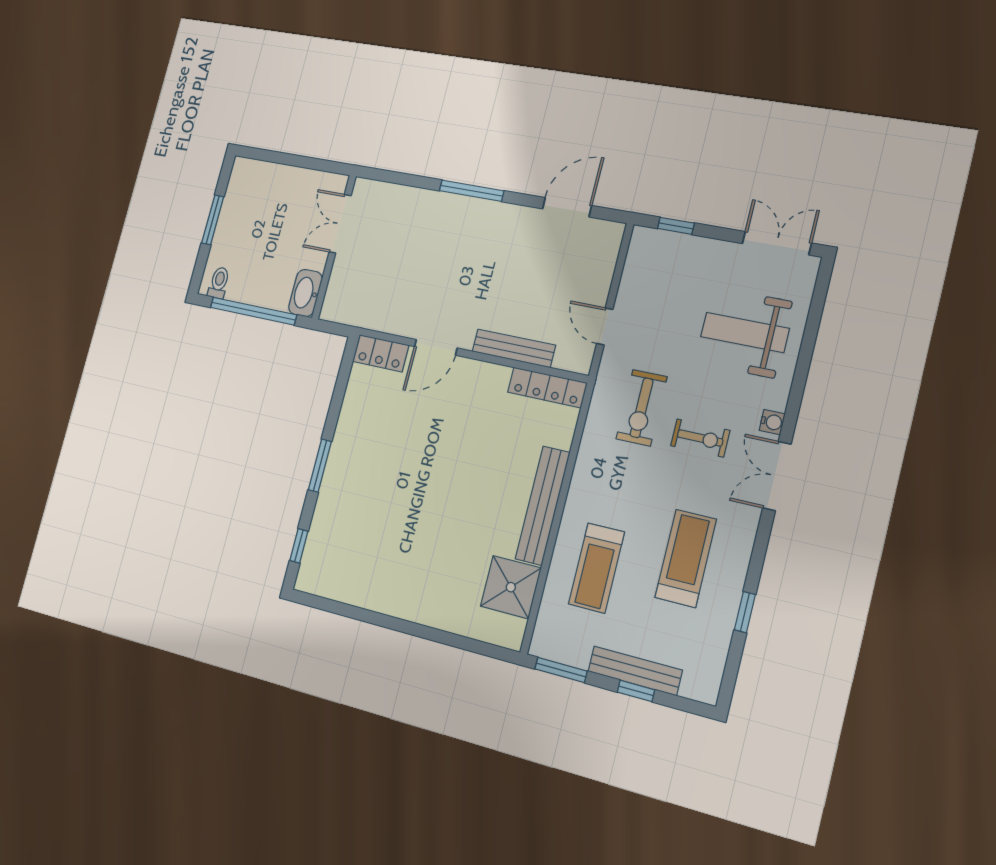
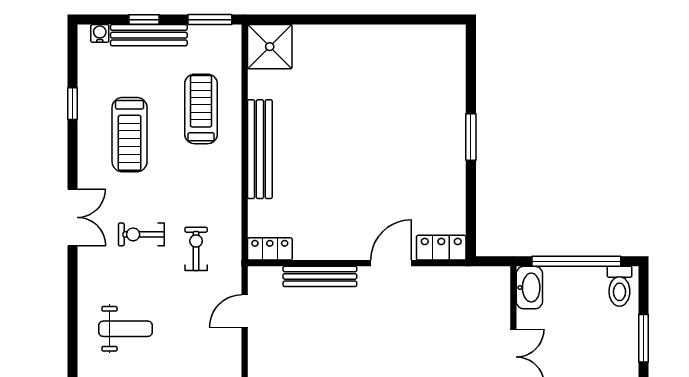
toilet: (219, 283) -> (619, 286), width x1.37, depth x1.39
door: (605, 326) -> (245, 311), swing flipped
weight bench: (745, 333) -> (126, 329), width x0.73, depth x0.75
locker: (547, 387) -> (270, 249), width x0.66
exercise bike: (642, 408) -> (196, 249), width x0.73, depth x0.72
water cooler: (772, 422) -> (100, 33), moved, turned 90
window: (299, 546) -> (471, 63), removed
shower: (511, 587) -> (270, 47), moved

